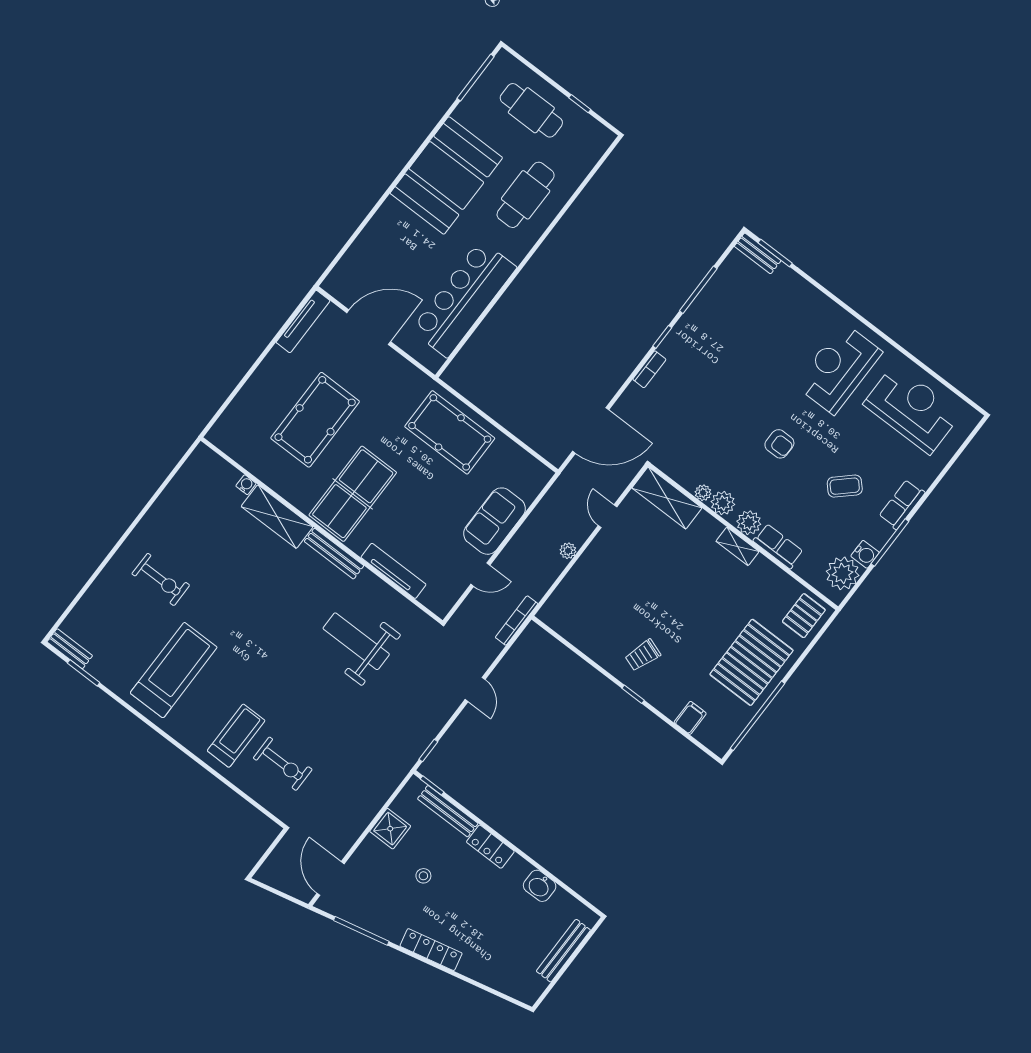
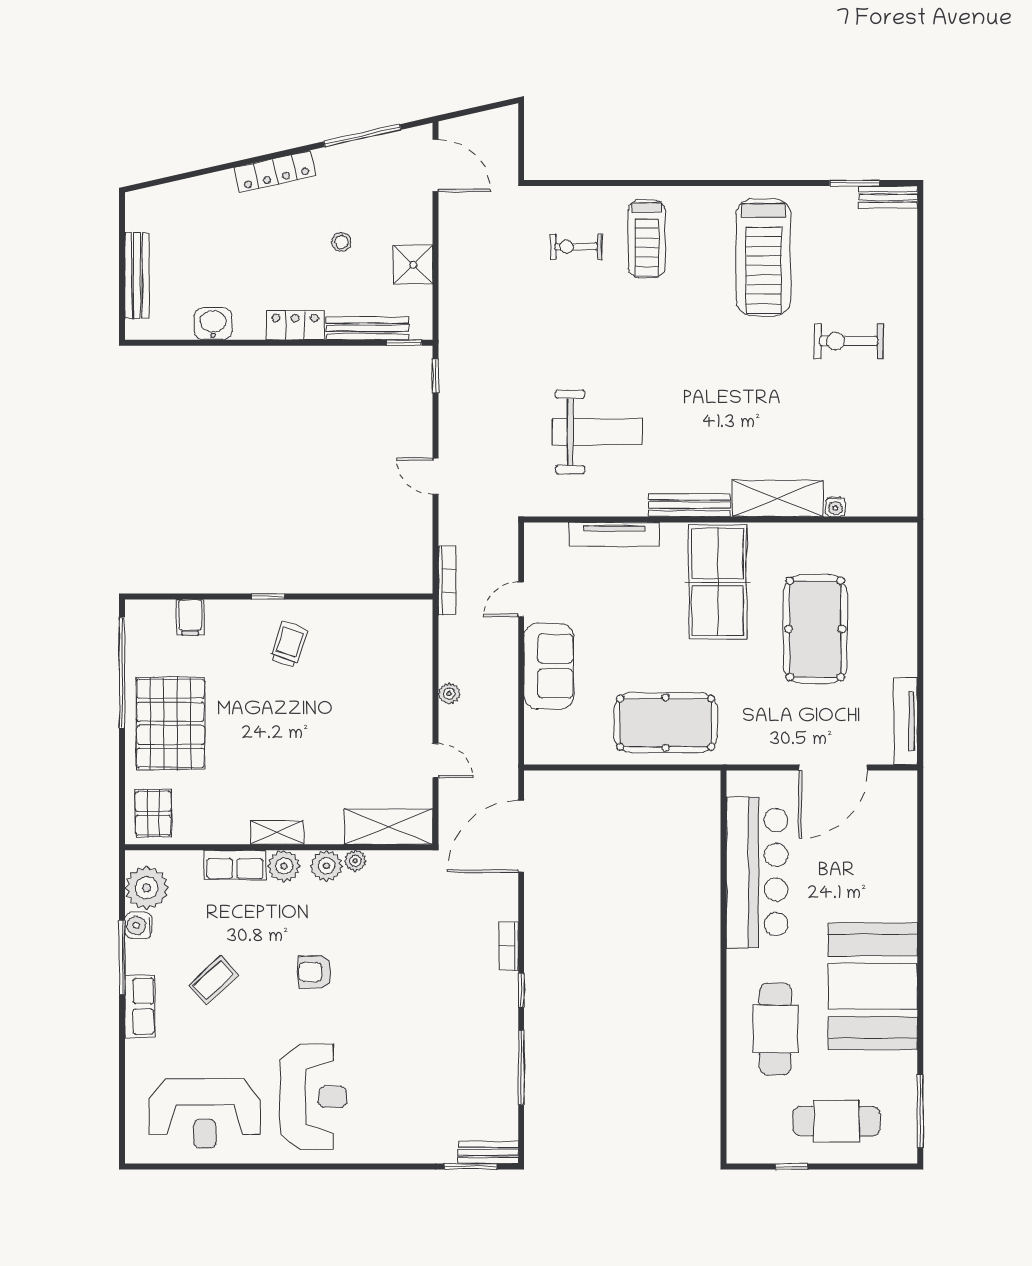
exercise bike: (283, 764) -> (576, 247), width x0.73, depth x0.72

